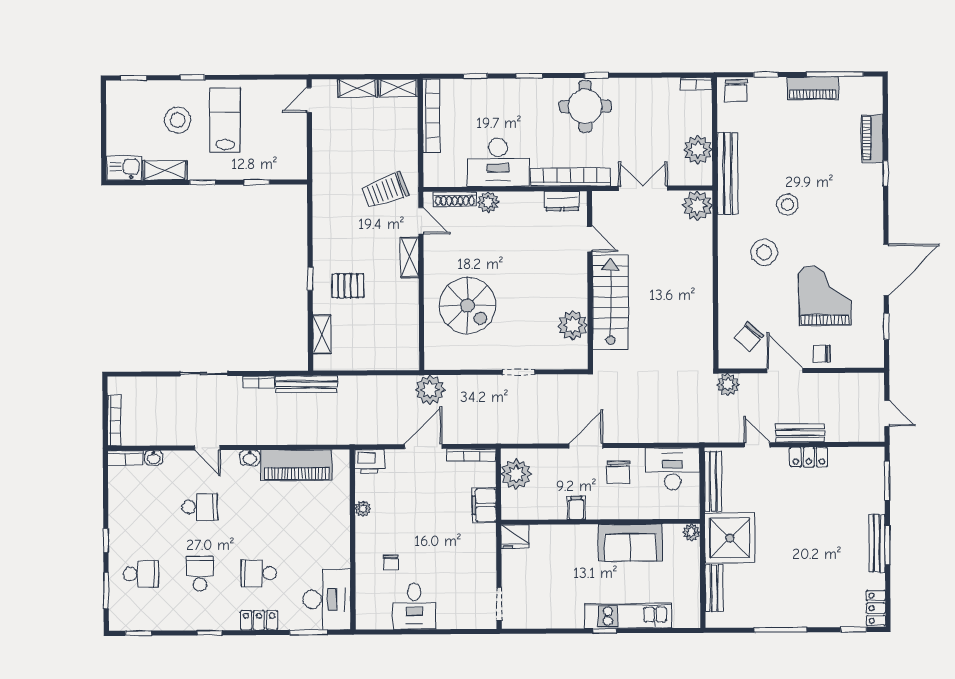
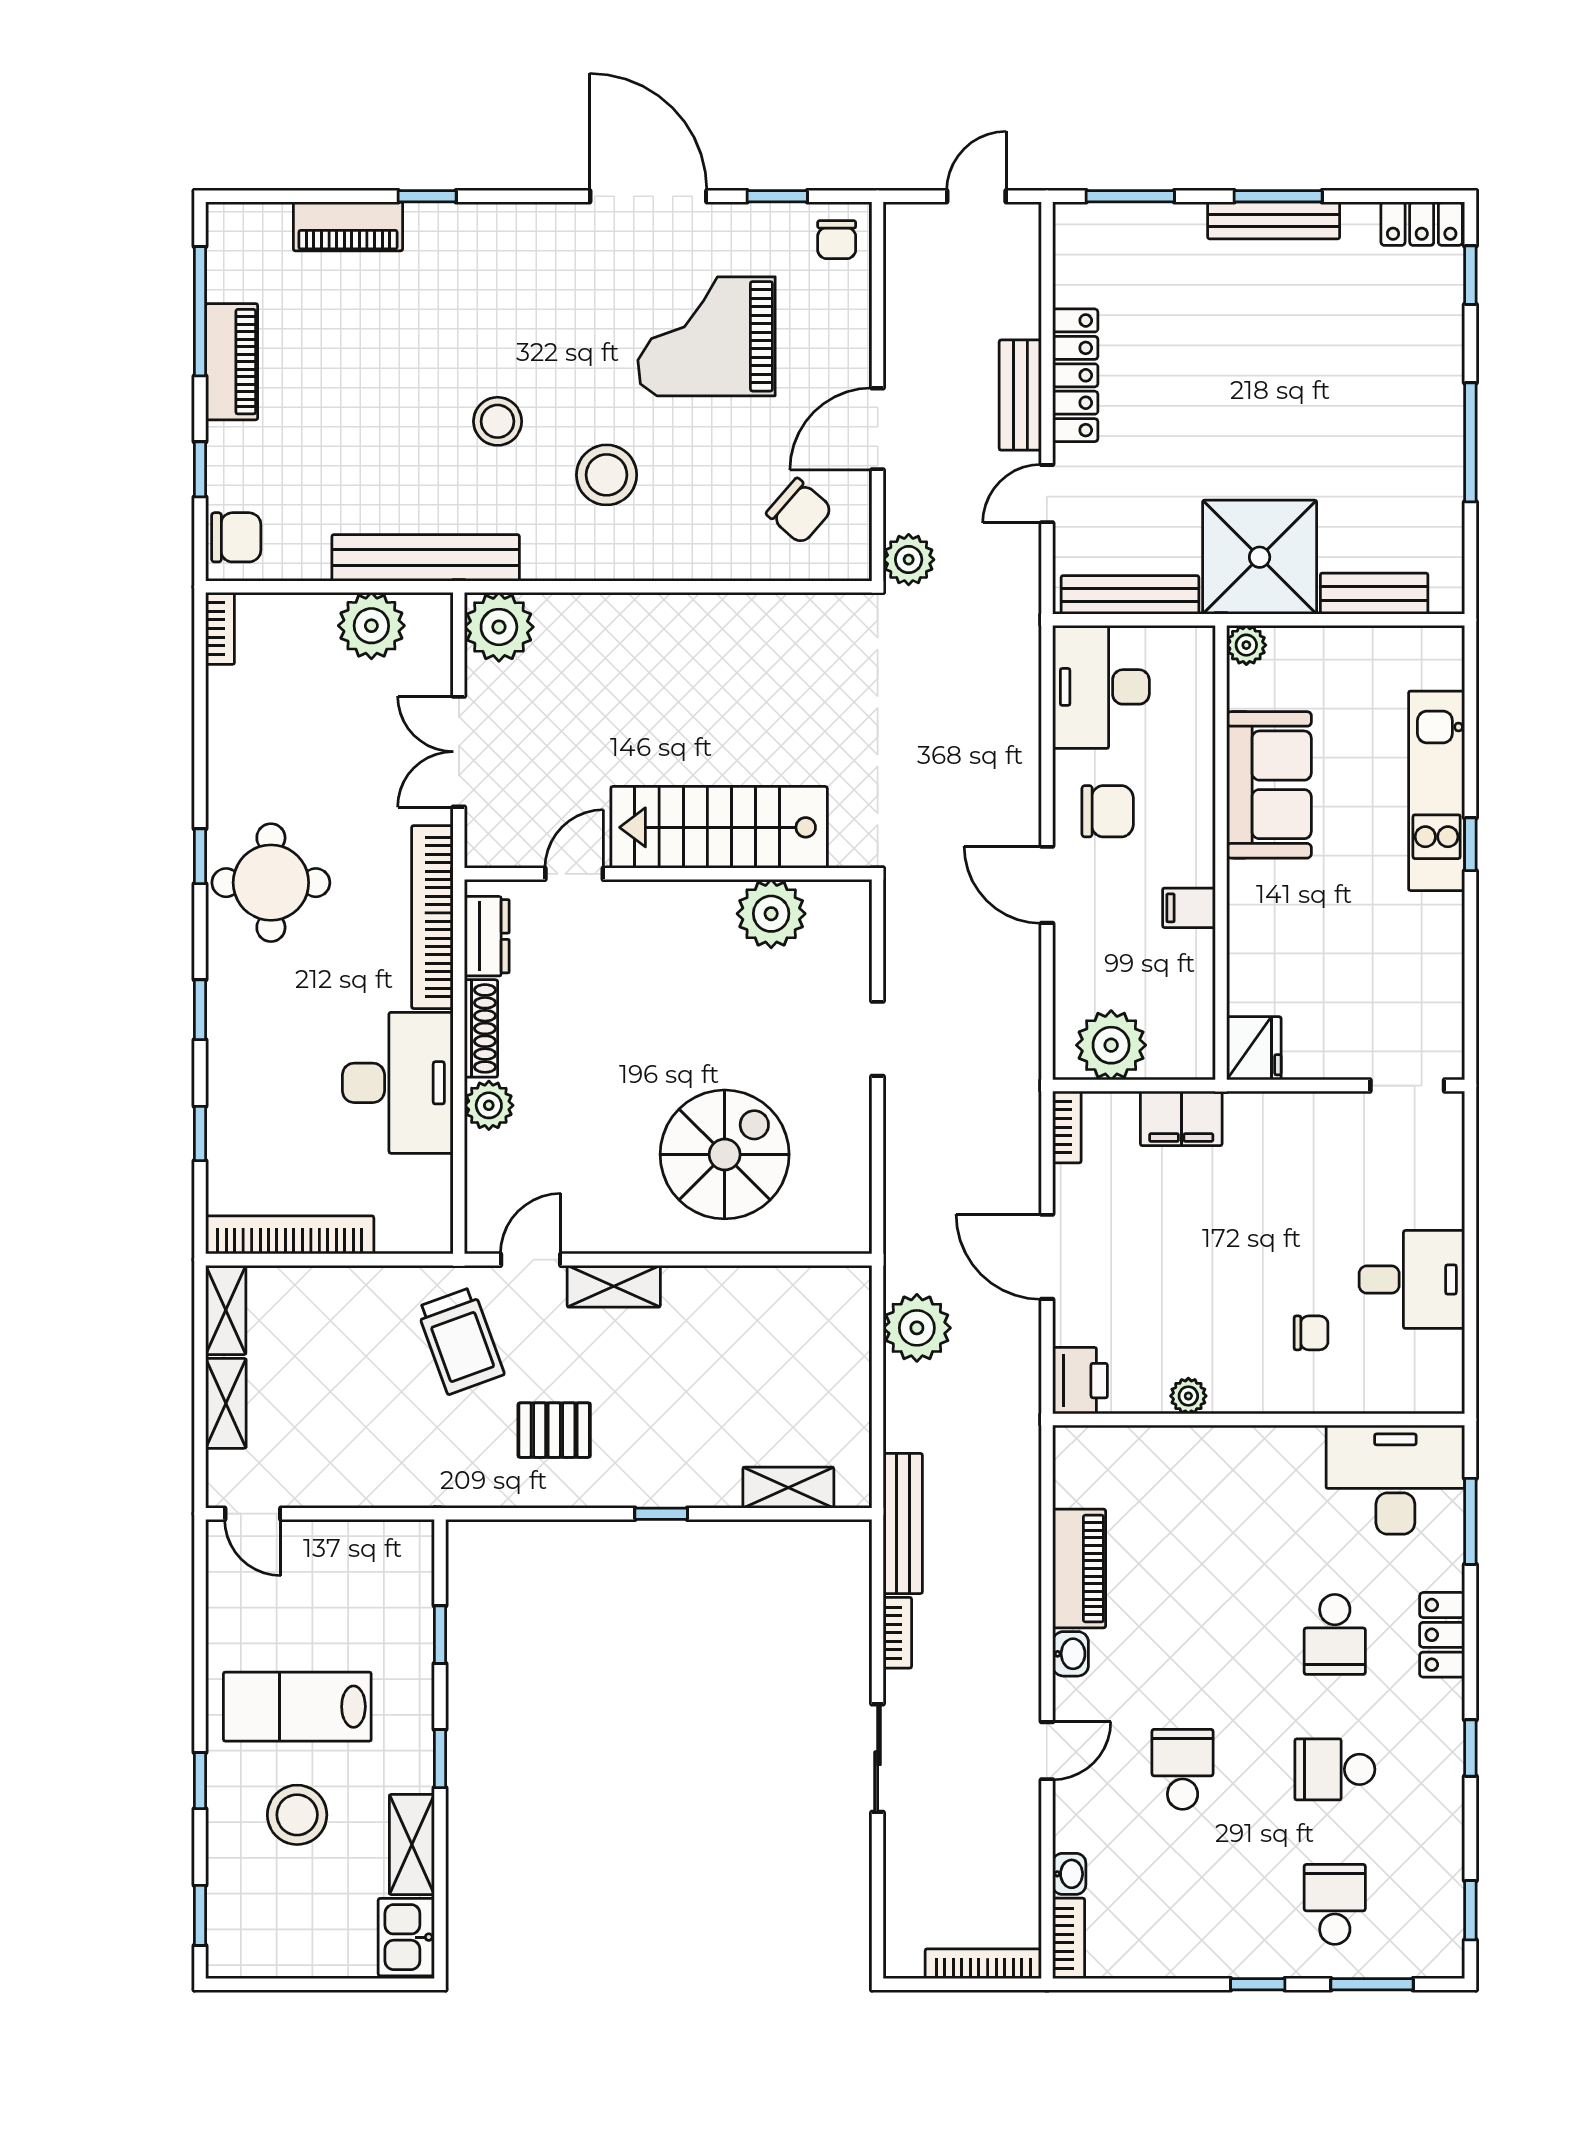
shoe rack: (455, 199) -> (481, 1028), moved
pallet: (348, 286) -> (554, 1430), moved, turned 90
chair: (822, 354) -> (837, 240), moved
plant: (430, 390) -> (917, 1328), moved
bookcase: (471, 455) -> (1067, 1127), width x0.64
locker: (809, 457) -> (1075, 375), width x1.53
piano: (297, 465) -> (1079, 1569), width x0.73, depth x0.75

